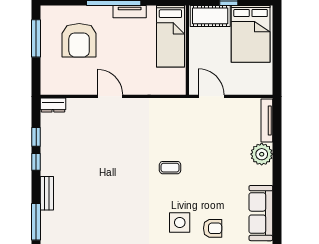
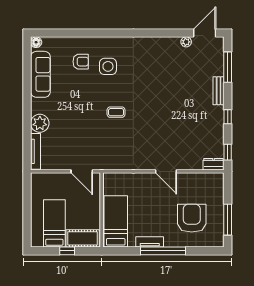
bed: (251, 34) -> (54, 223), width x0.67
window: (36, 137) -> (228, 152), moved
armchair: (213, 228) -> (81, 62), turned 180

